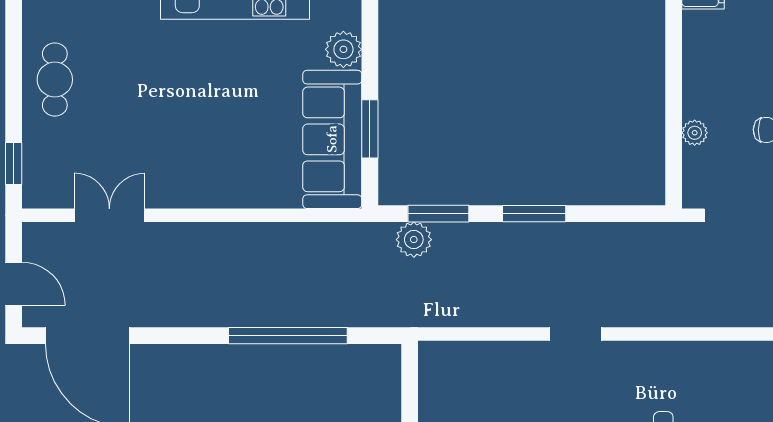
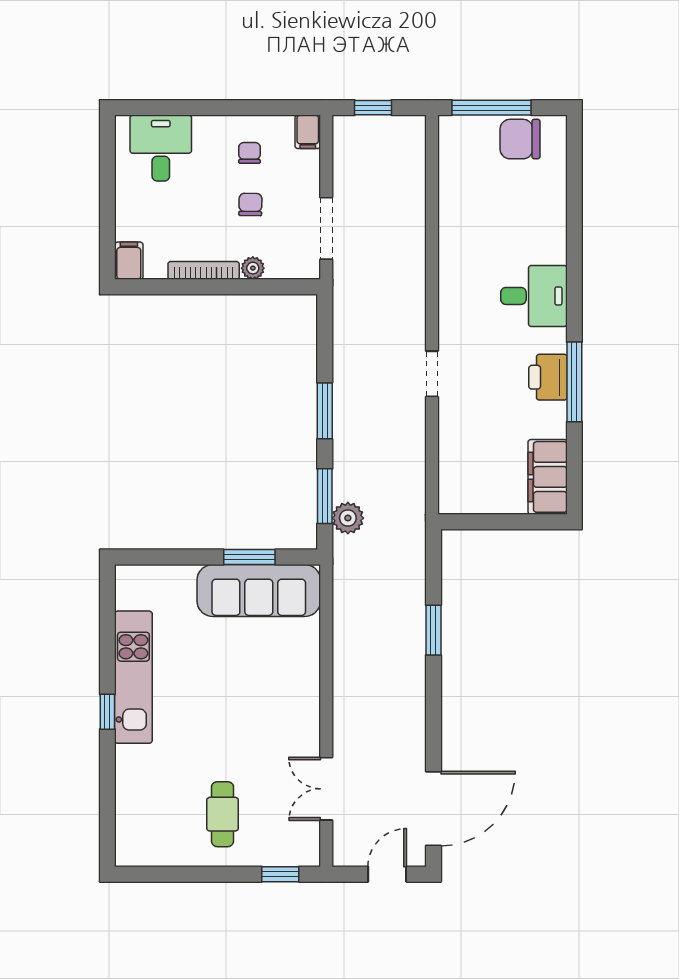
plant: (343, 49) -> (179, 581), removed
bookcase: (692, 77) -> (204, 270), added
cafe table: (55, 80) -> (223, 814), moved, turned 90
window: (288, 336) -> (433, 630), width x0.47

